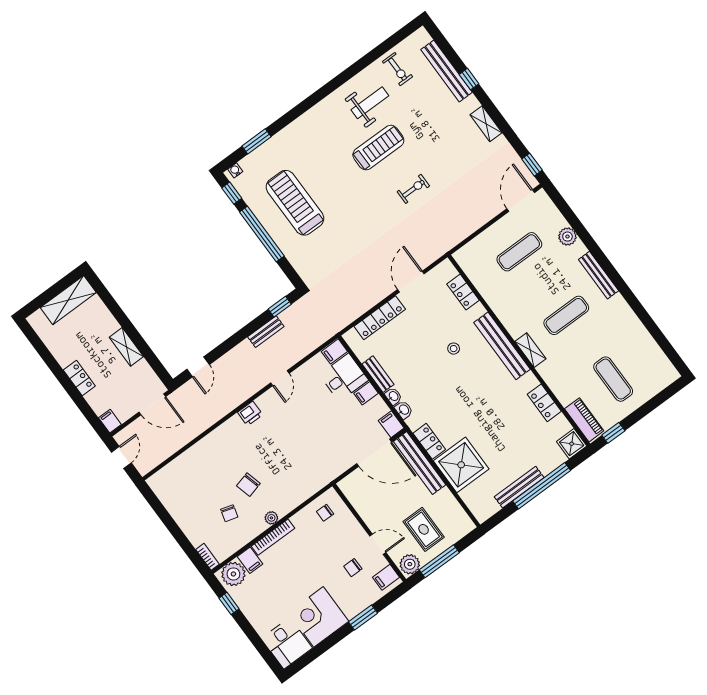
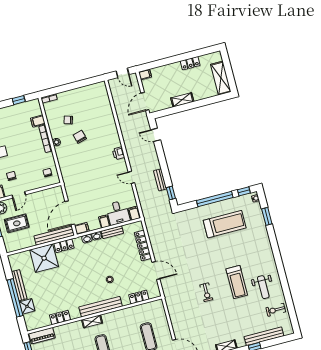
locker: (79, 378) -> (190, 63), moved
shower: (572, 444) -> (27, 306), moved
plant: (233, 574) -> (34, 109), removed

